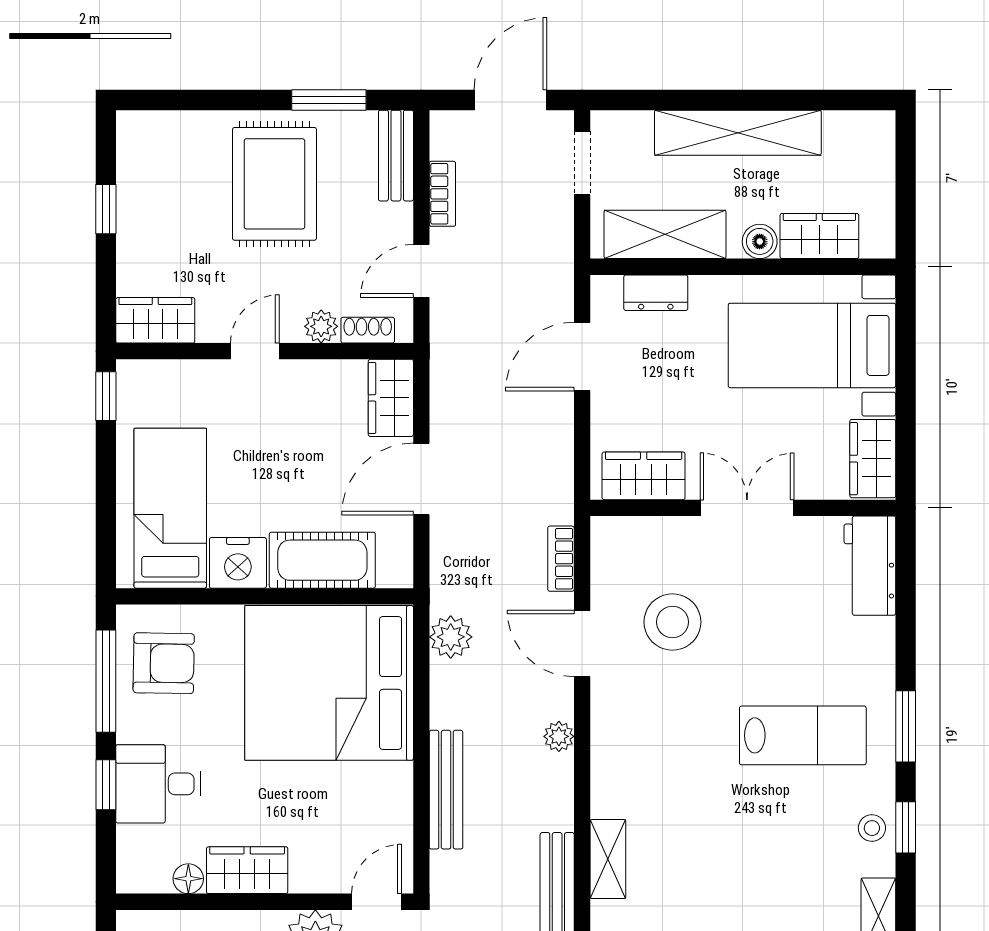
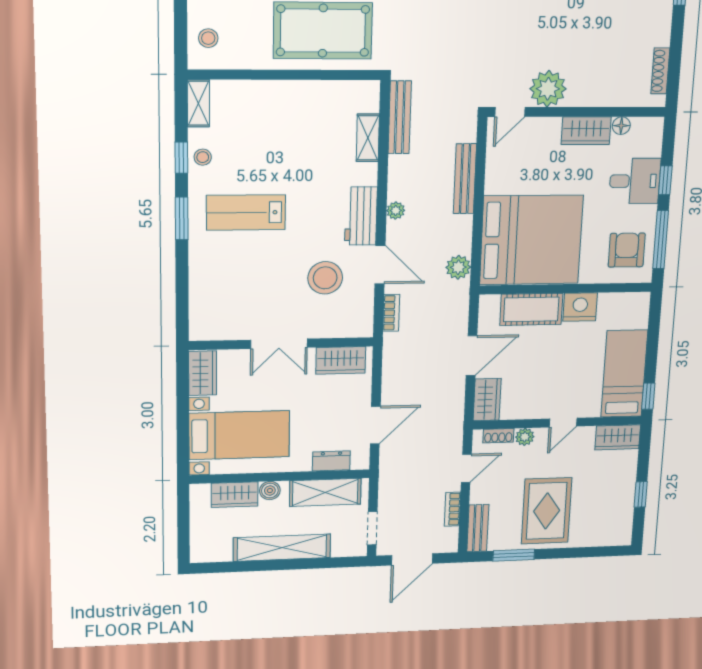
bed: (170, 508) -> (624, 374), moved, turned 180
workbench: (870, 566) -> (361, 216), moved, turned 180
armchair: (164, 663) -> (627, 250), turned 89

